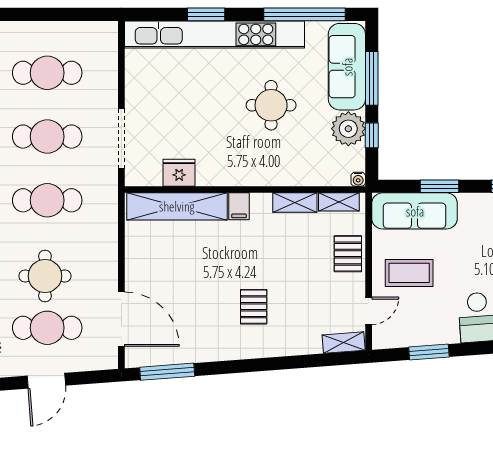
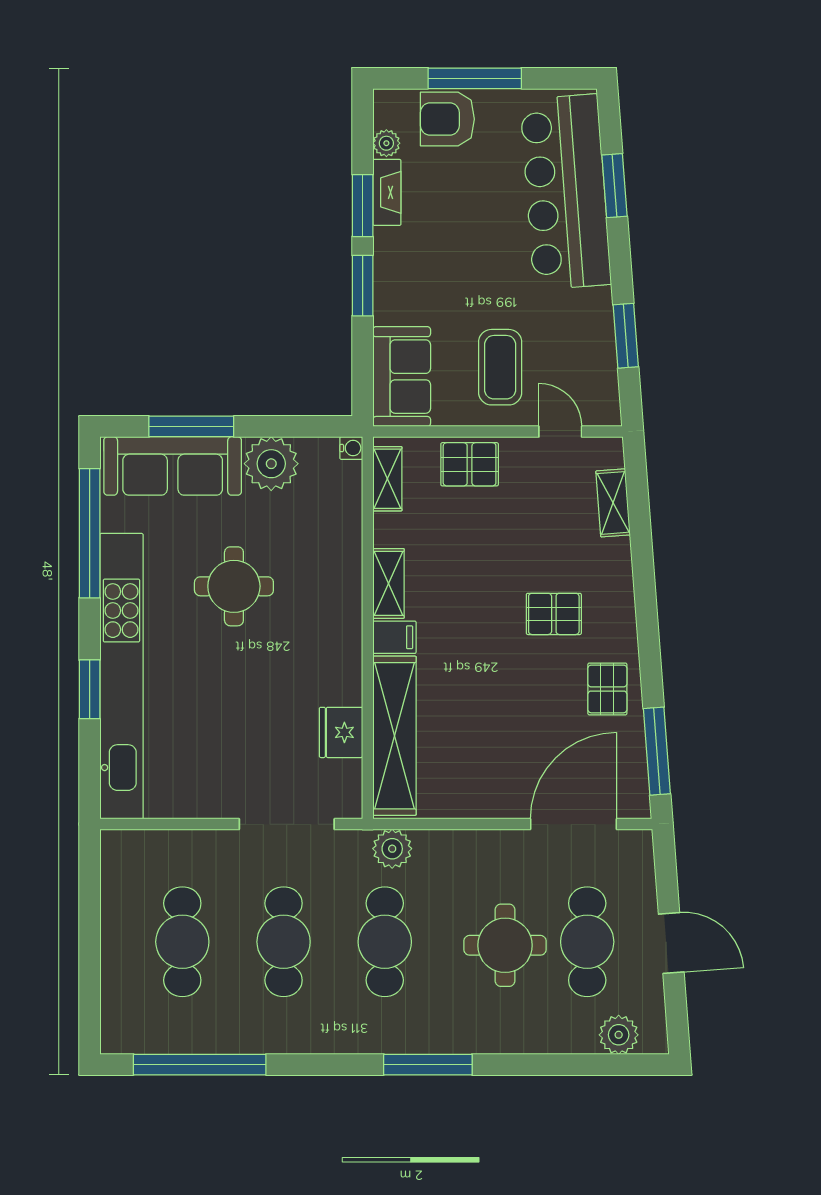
window: (372, 135) -> (282, 426), removed
window: (440, 186) -> (363, 286), moved
shelving: (295, 203) -> (389, 583), moved
plant: (106, 205) -> (392, 849), added
sofa: (415, 211) -> (402, 377), width x0.73
pallet: (206, 340) -> (607, 689), added
shelving: (344, 343) -> (613, 503), moved

